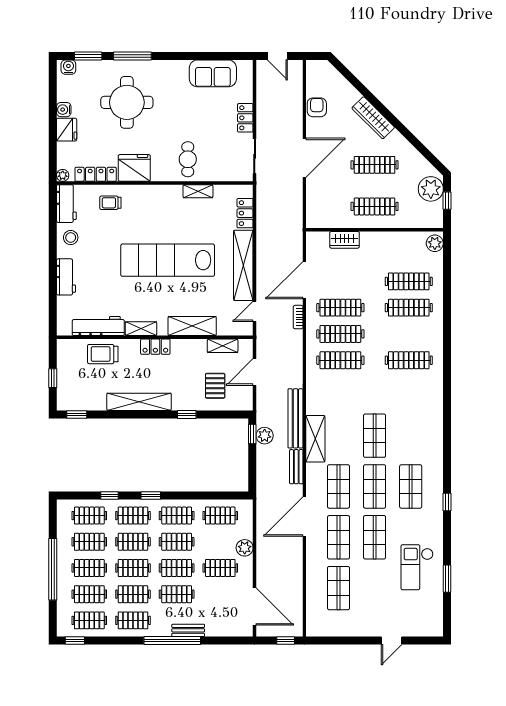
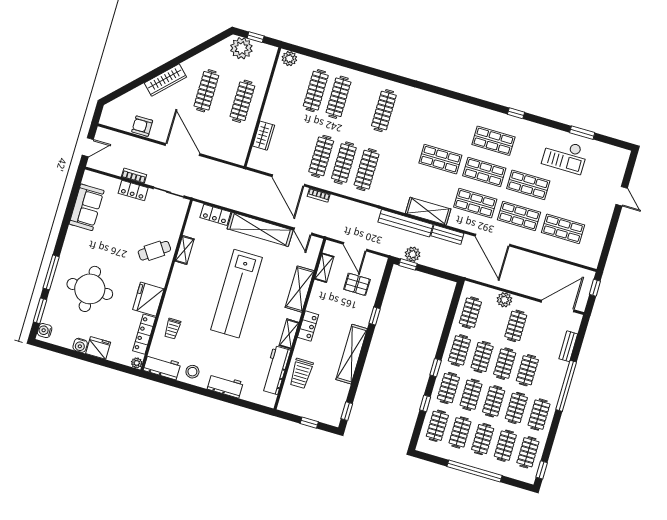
bookcase: (261, 114) -> (134, 176), added
cafe table: (188, 159) -> (154, 251), turned -35
bench: (188, 630) -> (568, 346), moved

